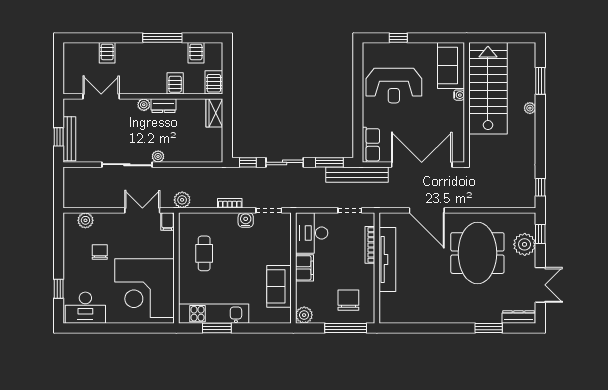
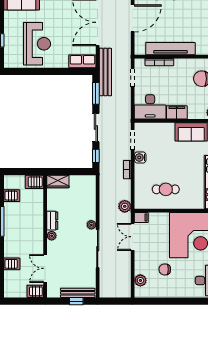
server rack: (175, 83) -> (35, 291), moved
window: (59, 289) -> (193, 301), removed

